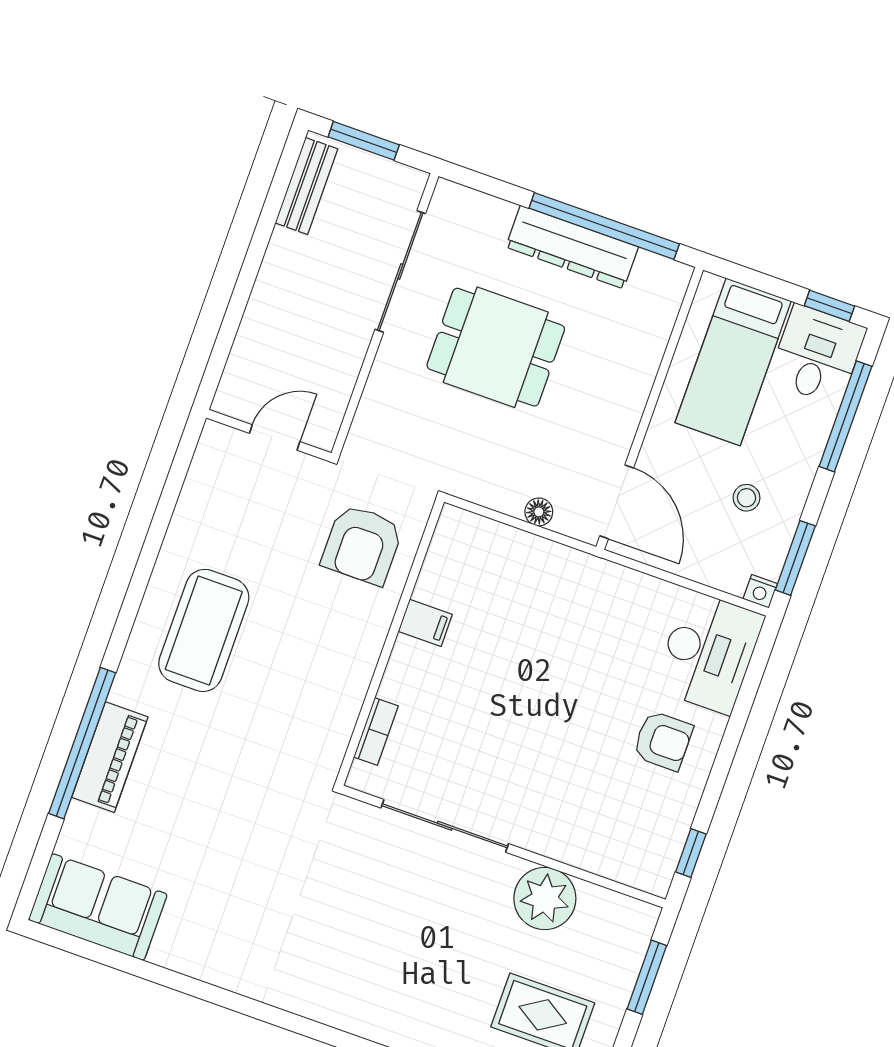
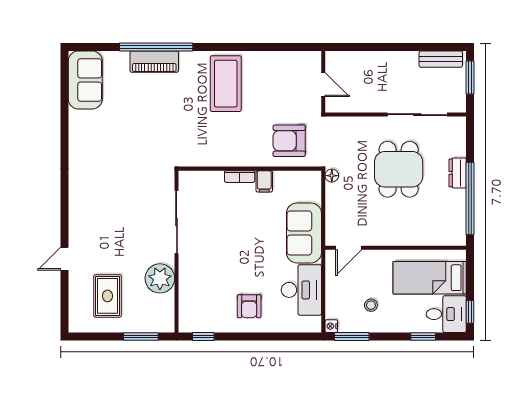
dresser: (572, 247) -> (458, 173), width x0.51, depth x0.80
window: (845, 416) -> (423, 337), width x0.46
door: (617, 502) -> (349, 248), width x0.73
floor lamp: (539, 512) -> (332, 176), moved
sofa: (556, 580) -> (304, 233), added
coffee table: (204, 630) -> (226, 84), turned 90
desk: (709, 652) -> (301, 290), moved, turned -90
bookcase: (376, 731) -> (240, 177), moved

